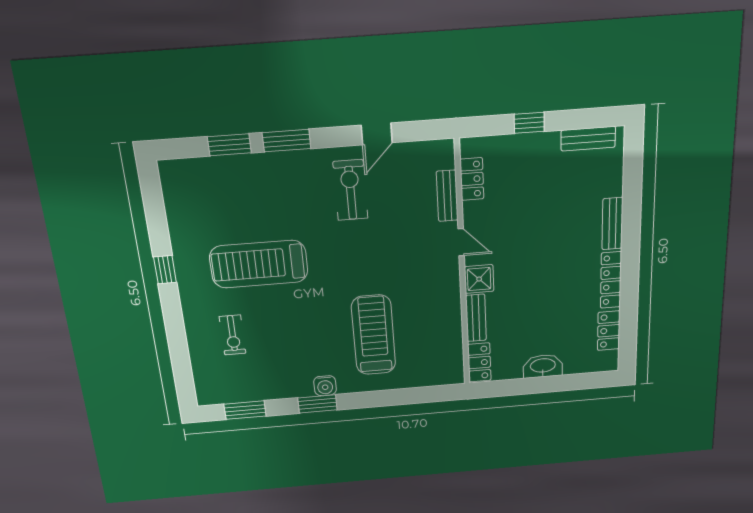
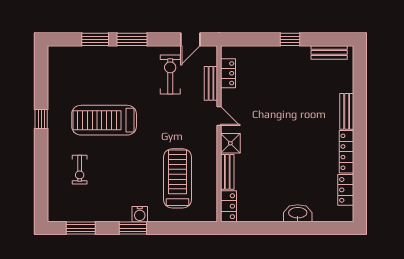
locker: (472, 179) -> (228, 73), moved
bench: (447, 196) -> (211, 83), moved
door: (461, 242) -> (219, 116), moved
wall: (462, 267) -> (219, 134), moved
shower: (479, 279) -> (230, 143), moved
bench: (476, 318) -> (227, 172), moved
locker: (479, 362) -> (228, 206), moved

